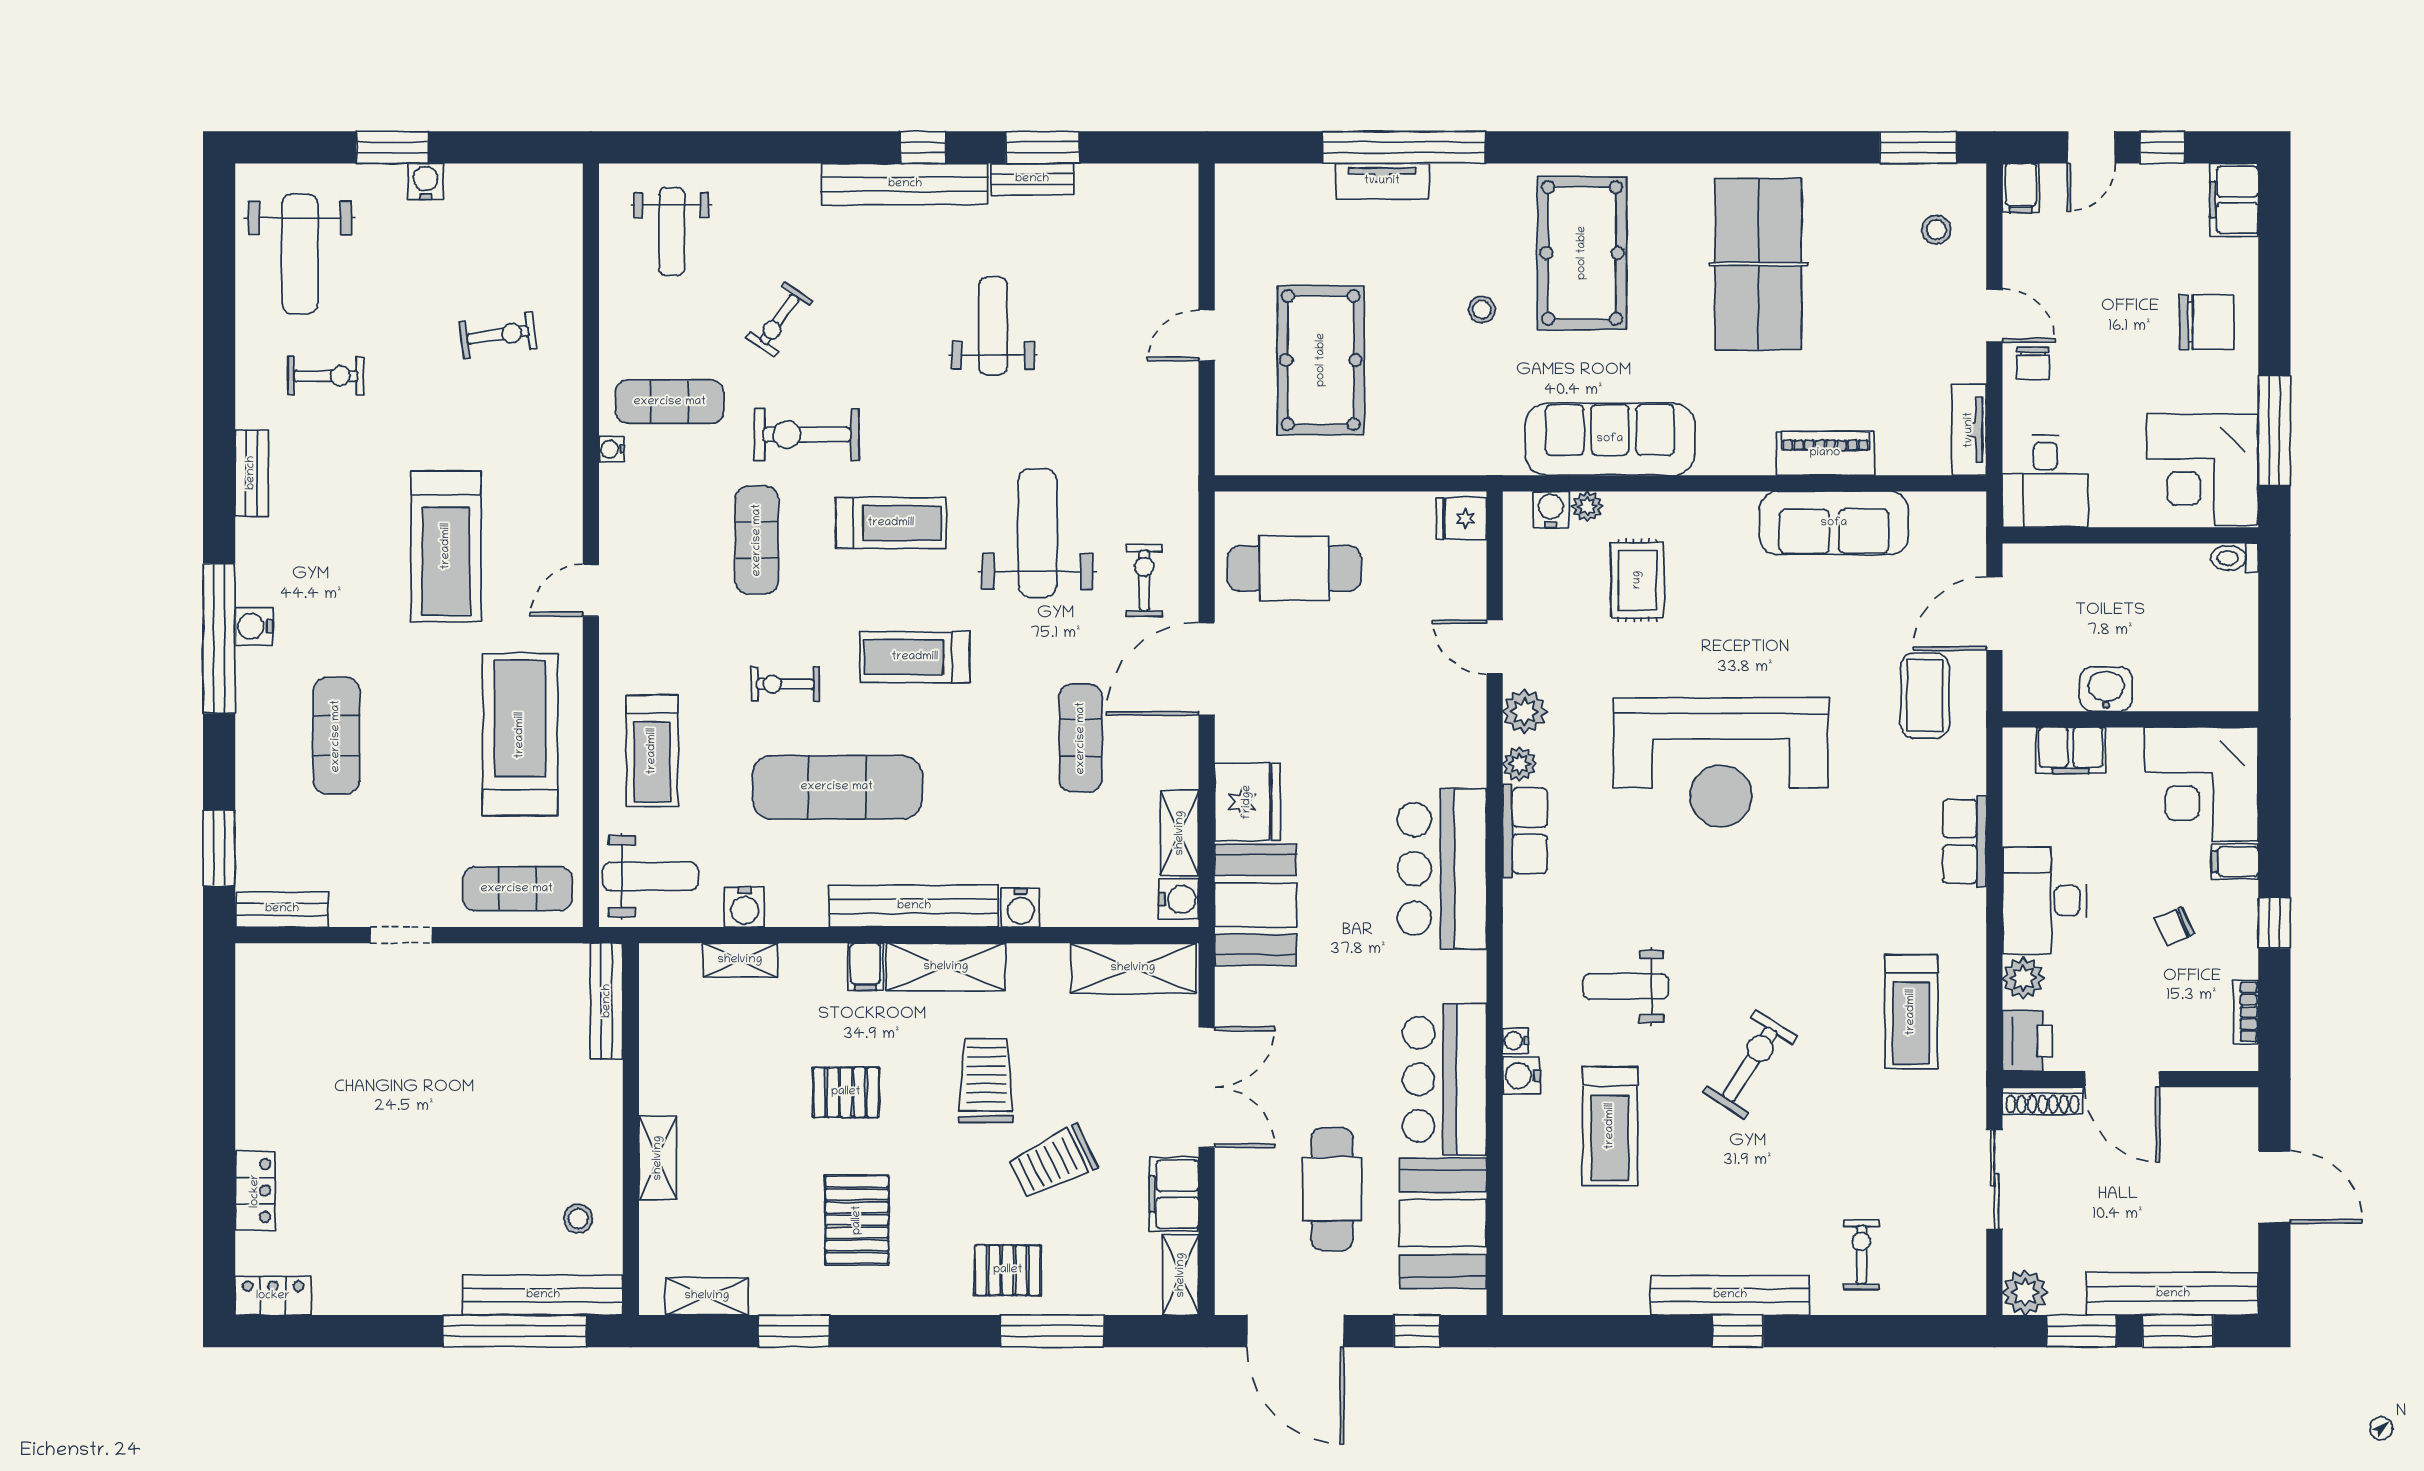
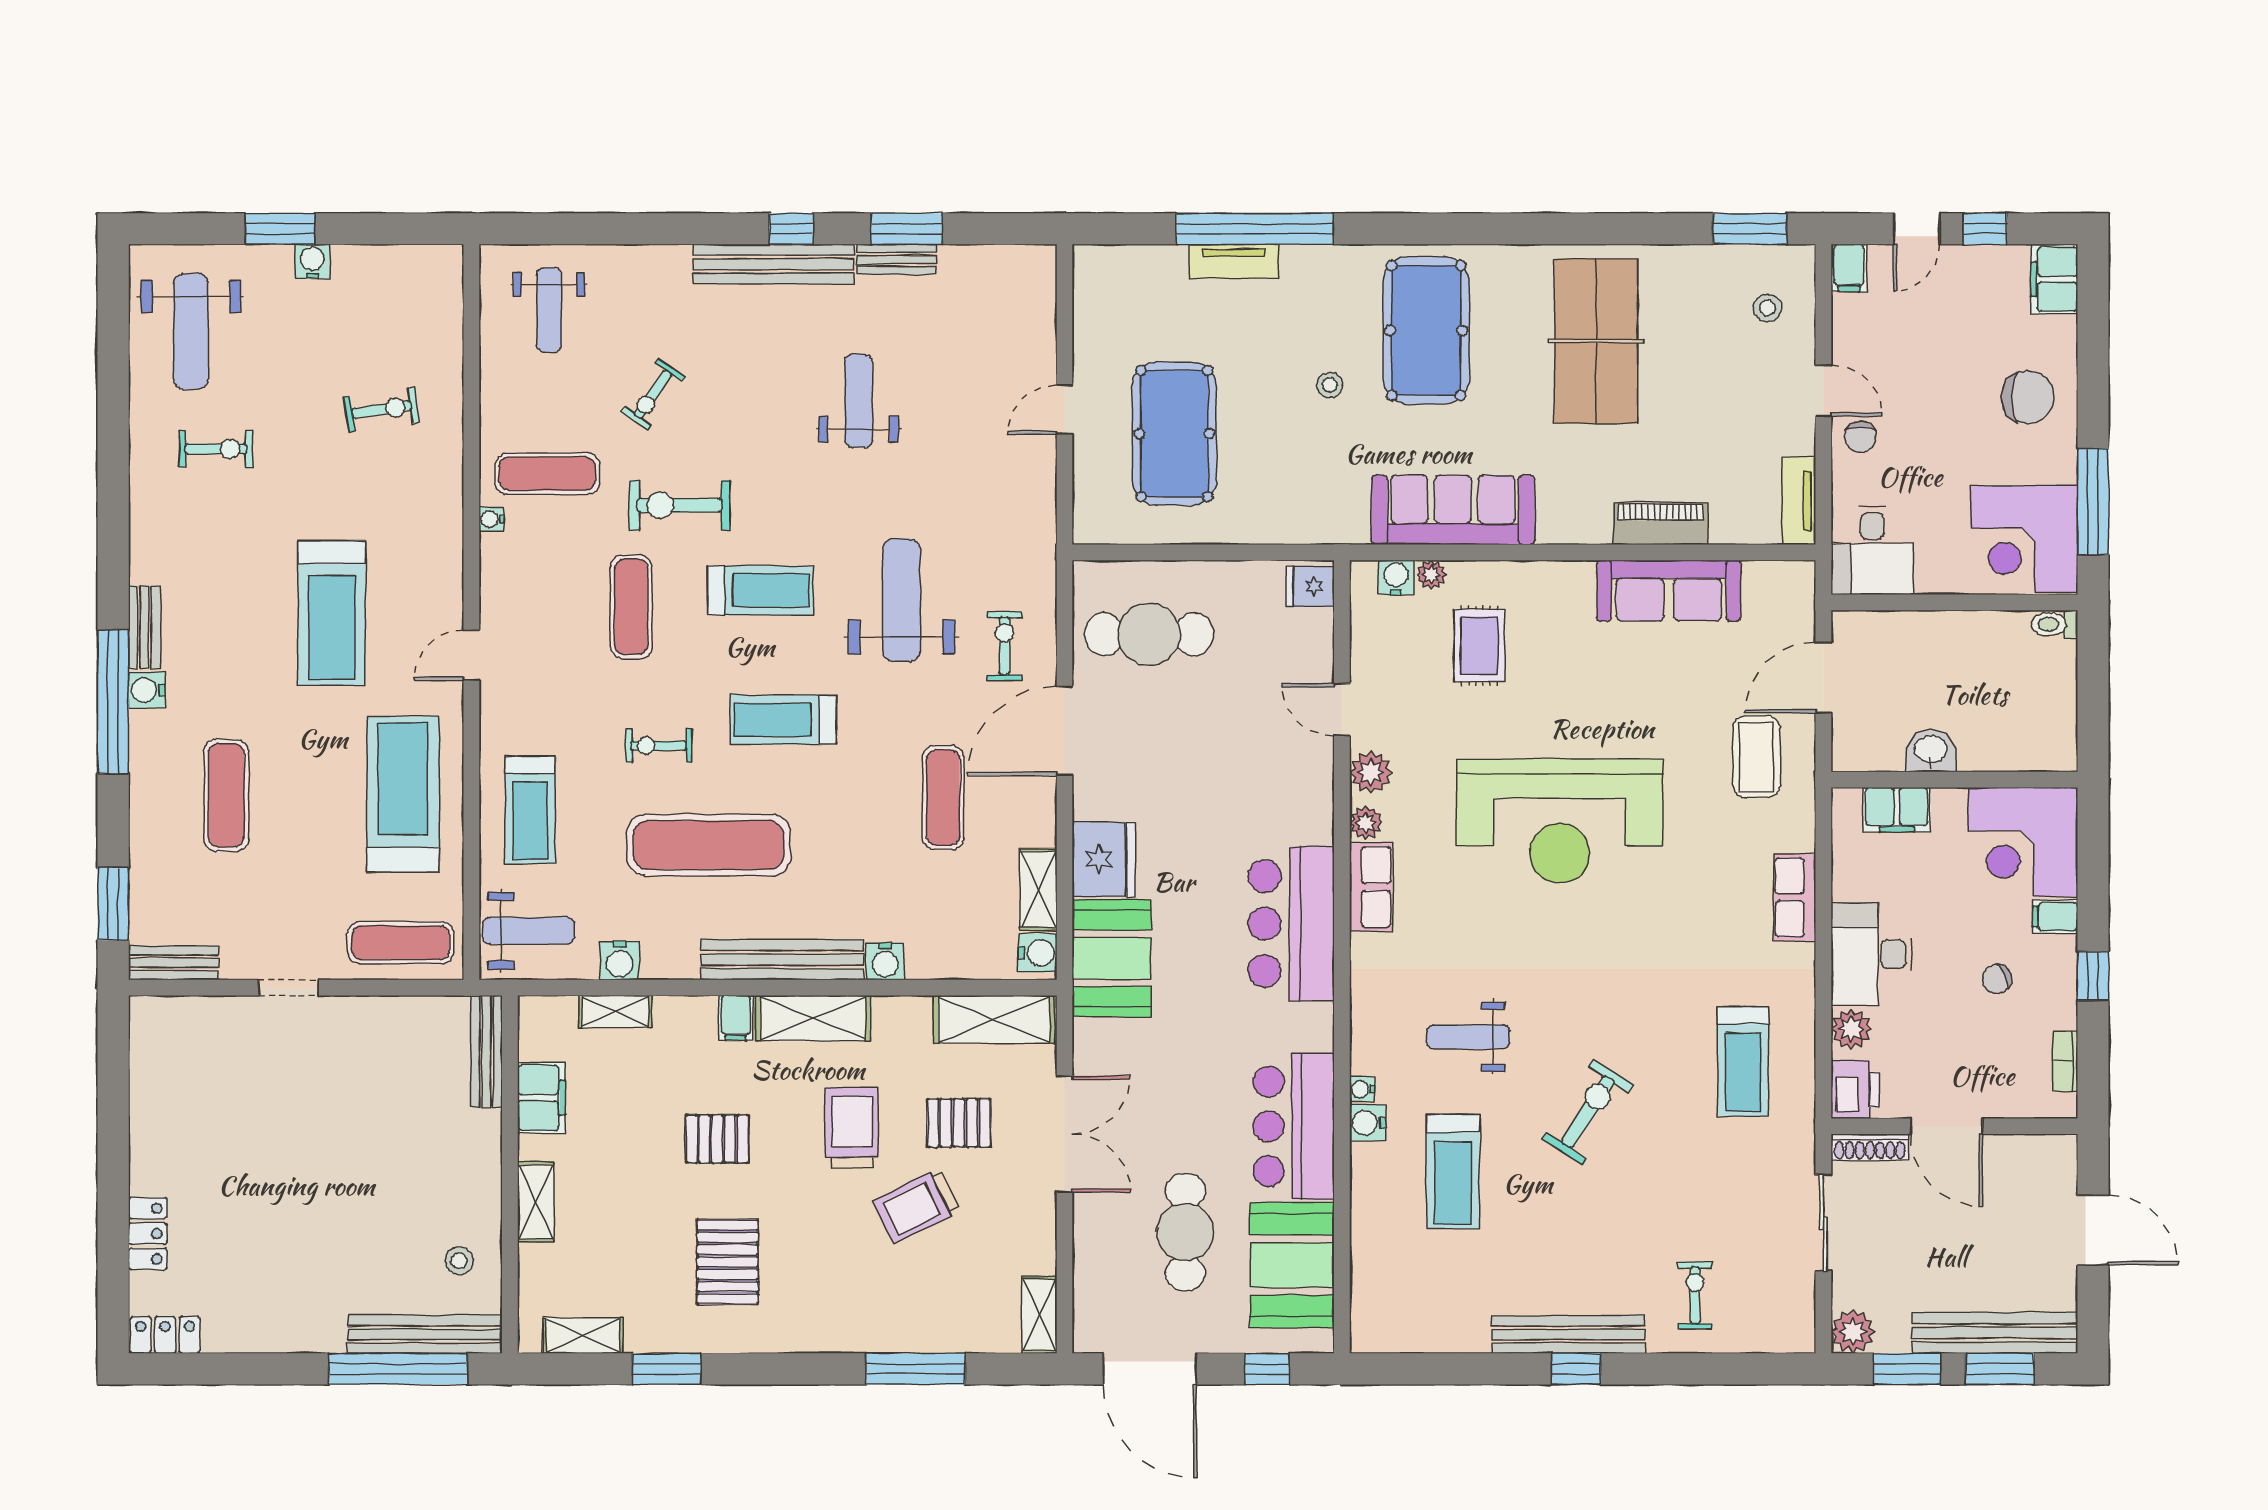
bench: (251, 473) -> (144, 627), moved
filing cabinet: (1174, 1194) -> (541, 1098), moved, turned 180
pallet: (1008, 1270) -> (959, 1123), moved

